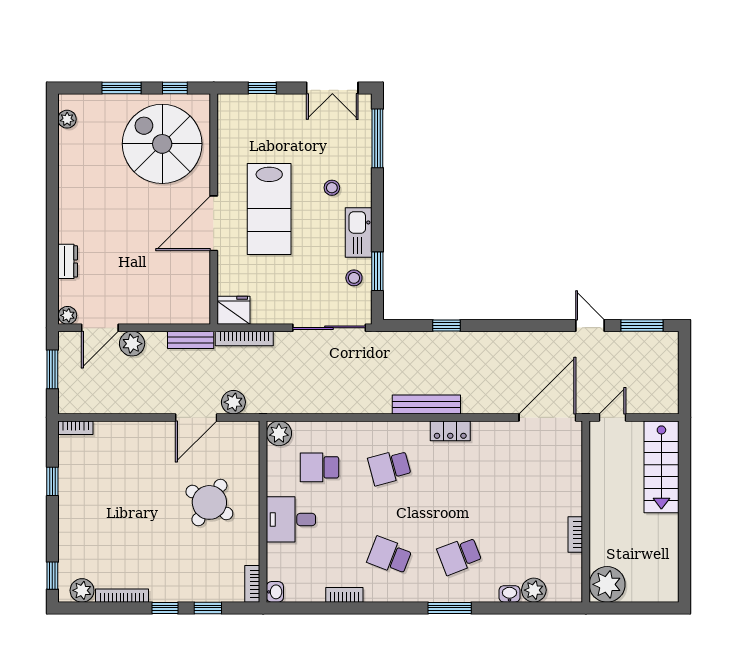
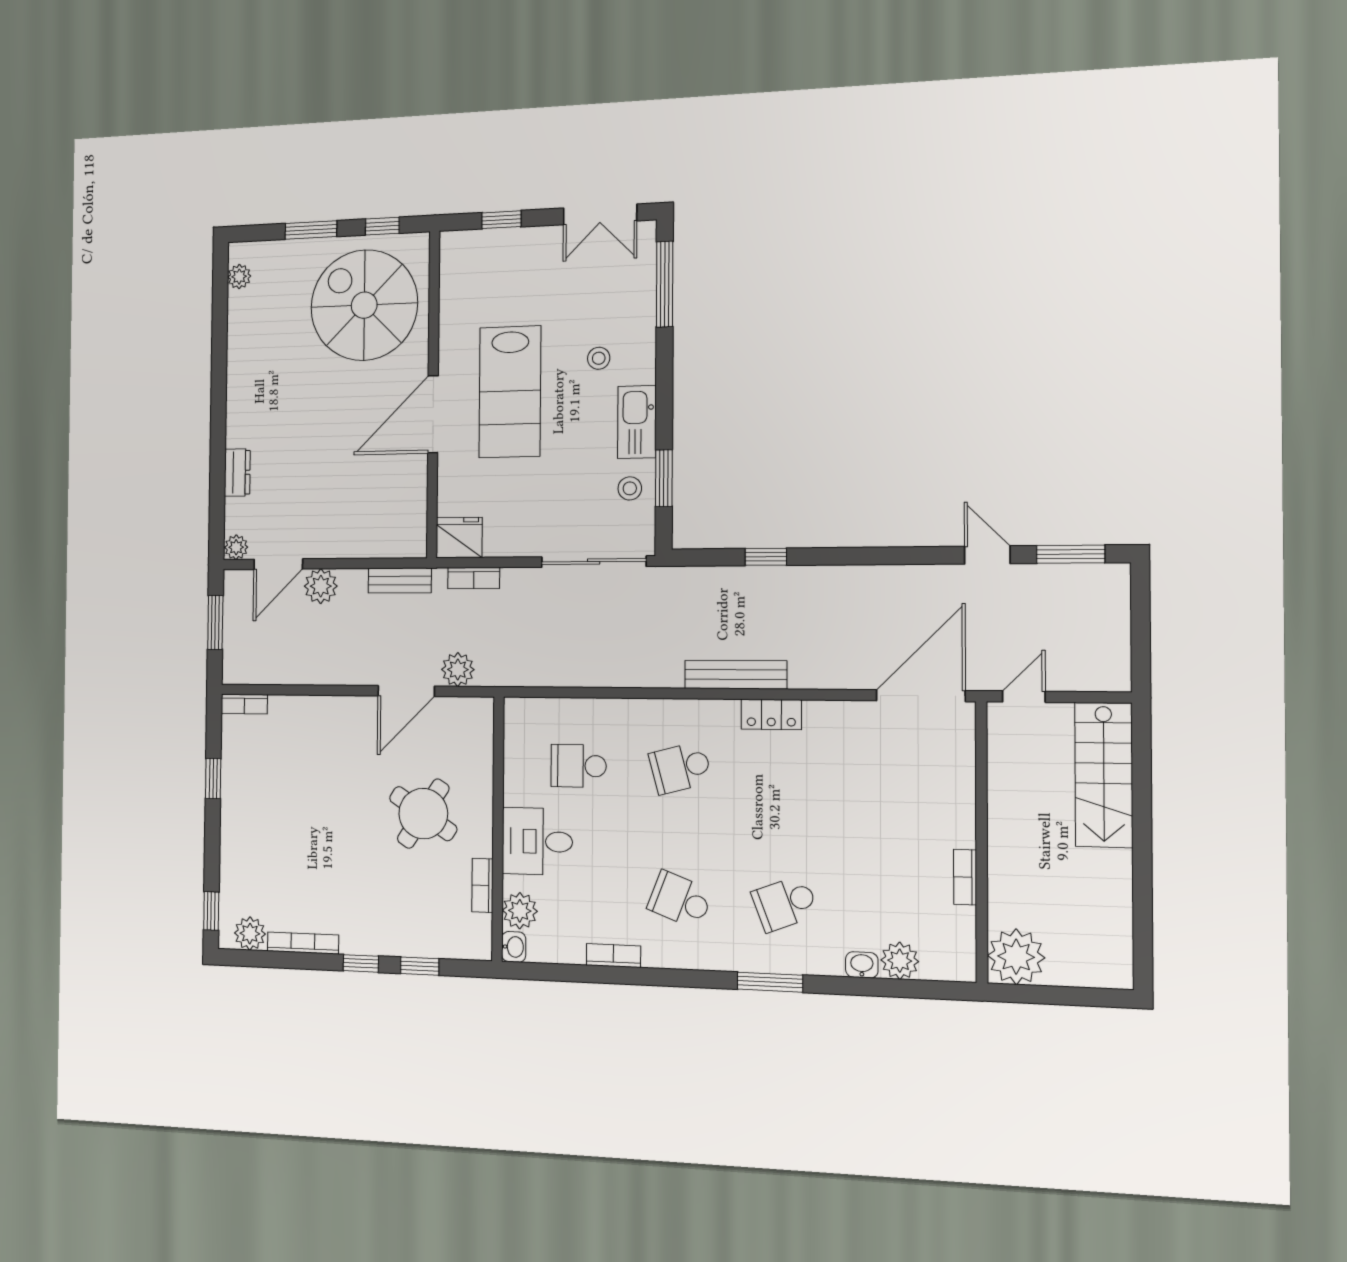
bookcase: (244, 339) -> (474, 578), width x0.64
plant: (279, 433) -> (520, 911), moved
bookcase: (252, 584) -> (482, 885), moved

